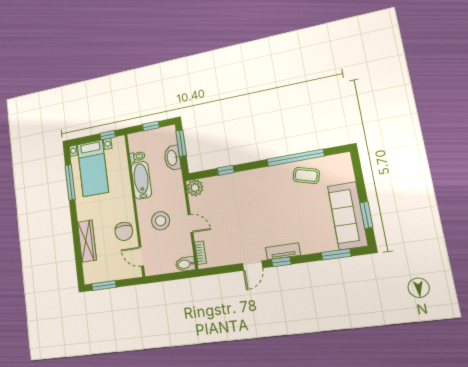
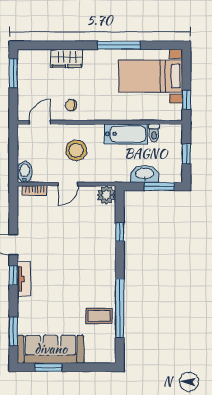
coffee table: (306, 175) -> (99, 316), turned 74
window: (70, 182) -> (119, 45), moved
chair: (124, 231) -> (71, 105), width x0.54, depth x0.54
wardrobe: (87, 241) -> (67, 58), width x0.67

